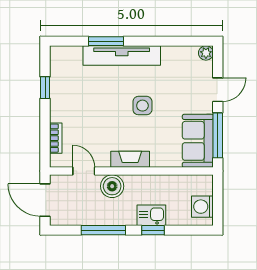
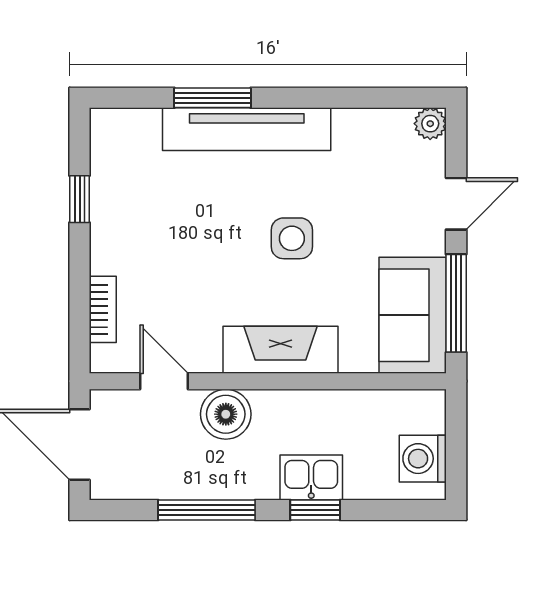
fireplace: (130, 159) -> (280, 350), width x1.37, depth x1.32

